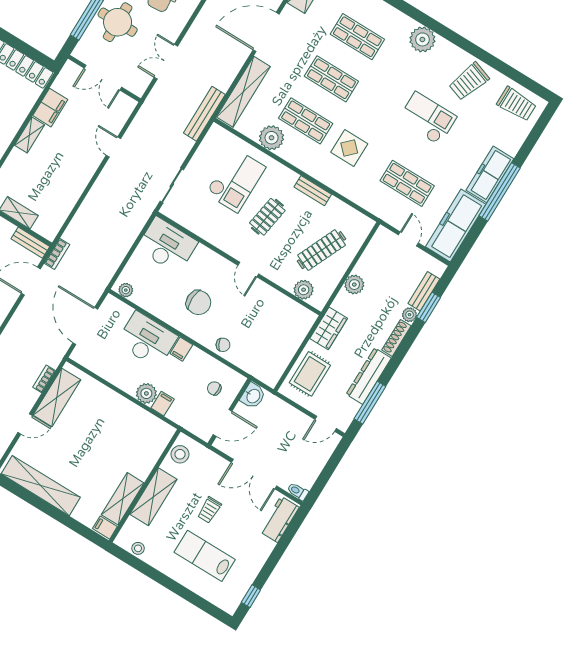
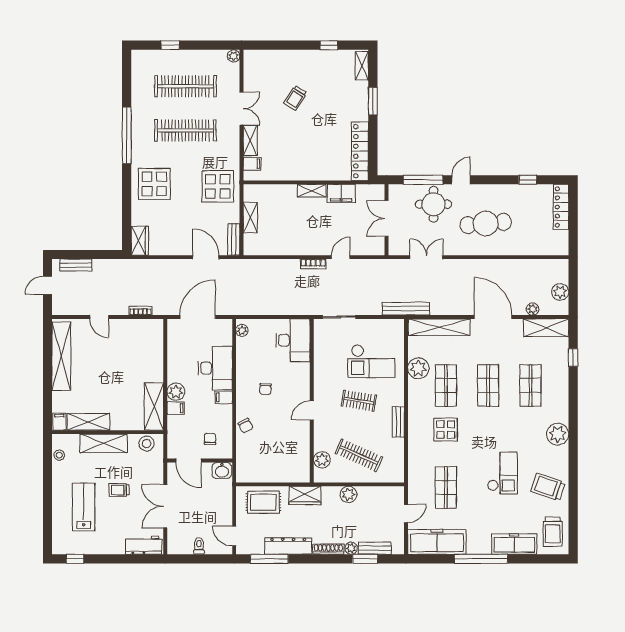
freezer: (490, 174) -> (514, 544), moved
bookcase: (57, 254) -> (313, 264), moved
chair: (198, 303) -> (265, 389), width x0.54, depth x0.54
shelving: (57, 397) -> (154, 407), moved, turned 90
toilet: (298, 491) -> (199, 546), moved

